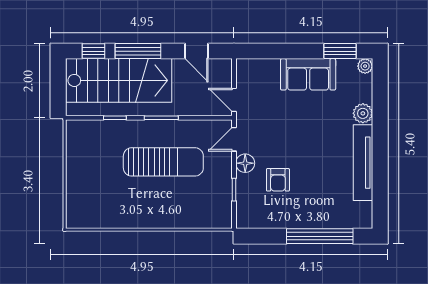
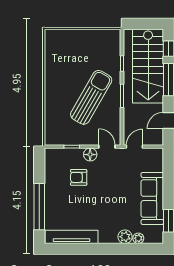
plant: (365, 66) -> (138, 238), moved
sofa: (308, 74) -> (152, 198), width x1.36
sun lounger: (163, 162) -> (91, 97), turned -150
tv unit: (363, 163) -> (71, 237), moved

